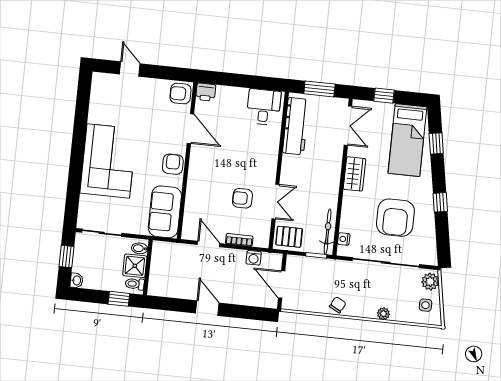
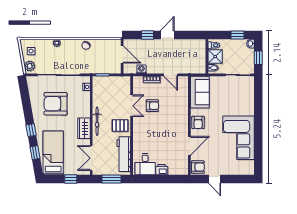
door: (130, 69) -> (215, 179), moved
printer: (206, 92) -> (162, 170), moved
door: (190, 129) -> (189, 146), swing flipped
corner sofa: (108, 161) -> (239, 138), moved
double door: (275, 202) -> (132, 106), swing flipped
window: (440, 202) -> (31, 130), moved
armchair: (395, 218) -> (56, 104), turned -90
bicycle: (328, 232) -> (97, 121), moved
pallet: (289, 237) -> (120, 126), moved
window: (119, 299) -> (238, 35), moved
door: (207, 308) -> (167, 35), swing flipped
window: (238, 311) -> (147, 35), added

